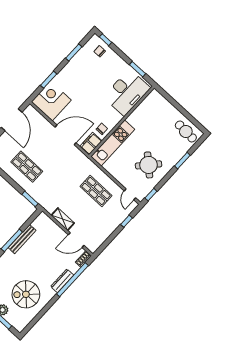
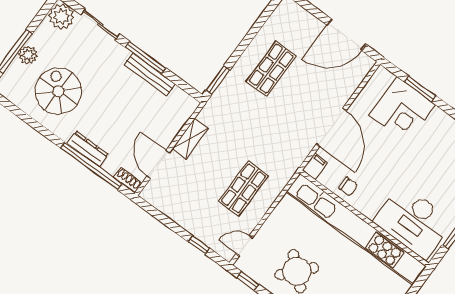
corner desk: (51, 101) -> (402, 110), moved, turned 90
kitchen unit: (113, 143) -> (356, 229), width x1.86
filing cabinet: (91, 144) -> (315, 166), width x0.50

